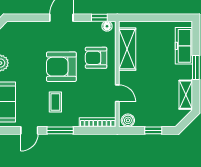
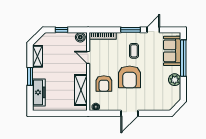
window: (99, 18) -> (101, 113), removed
armchair: (96, 58) -> (104, 84), turned 90
armchair: (61, 67) -> (130, 77), turned 90

